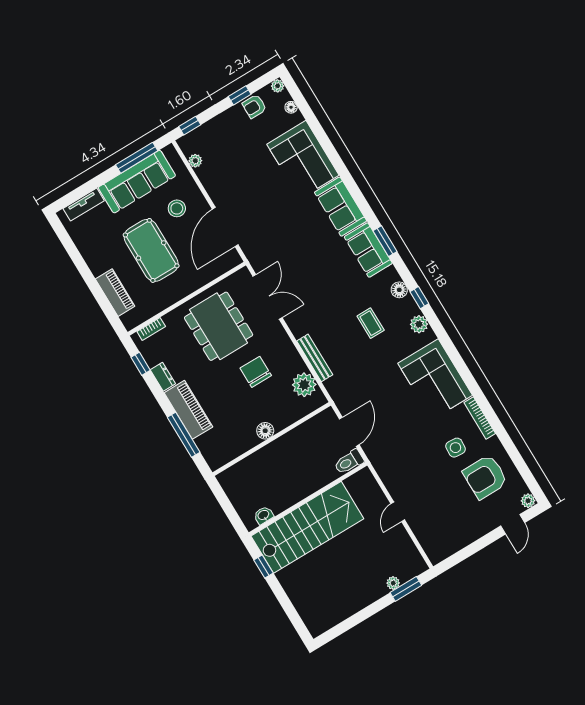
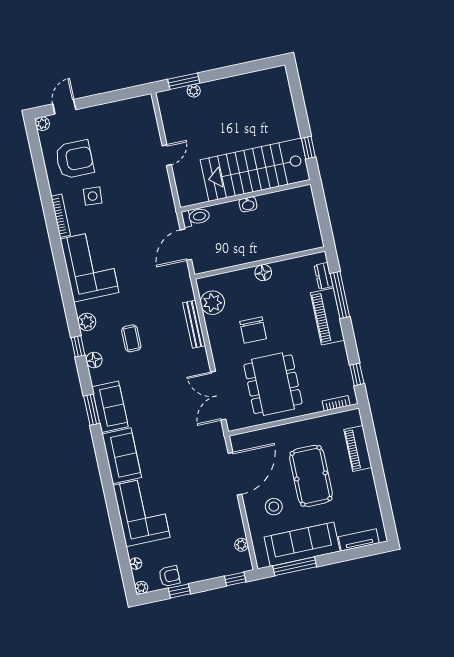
dresser: (163, 377) -> (324, 276), moved
washbasin: (264, 515) -> (248, 204), moved

